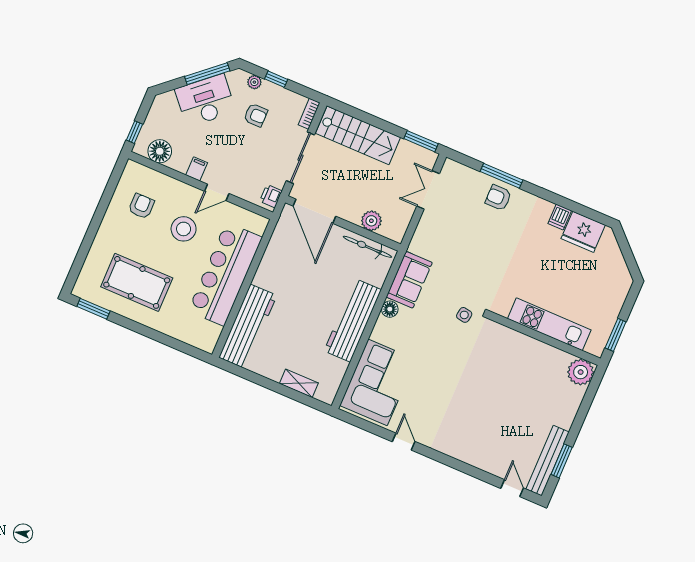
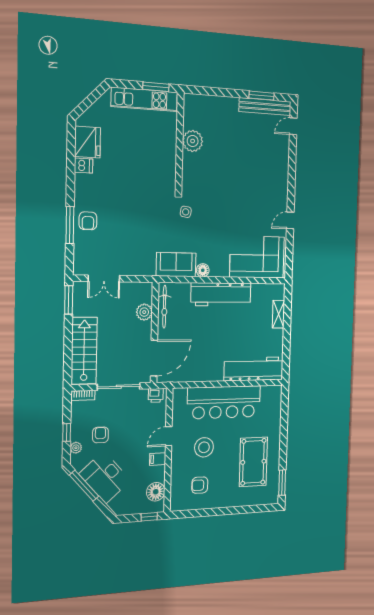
door: (217, 192) -> (169, 436), swing flipped
kitchen unit: (549, 324) -> (144, 99), moved, turned -90
plant: (581, 372) -> (193, 141), moved

